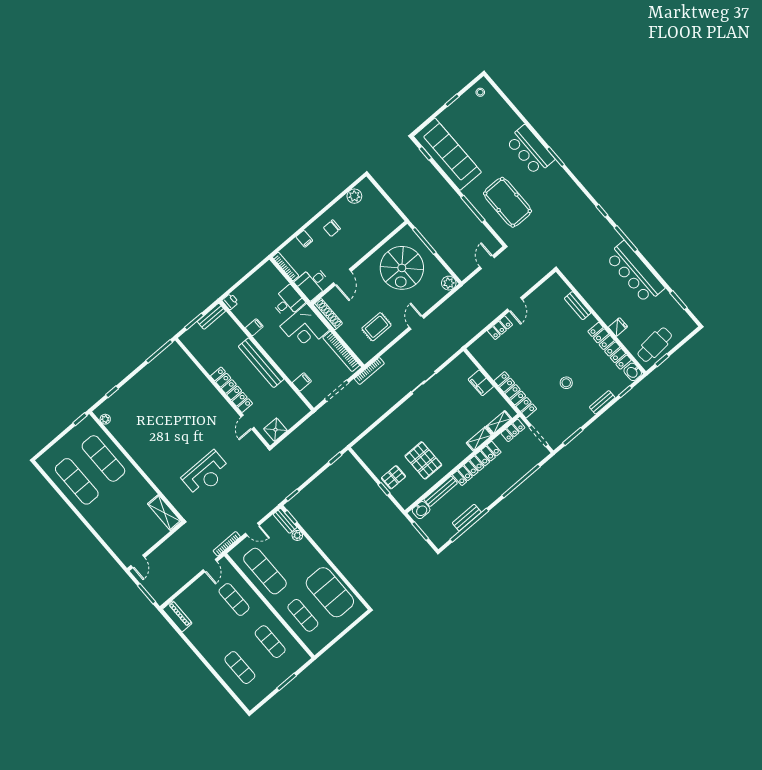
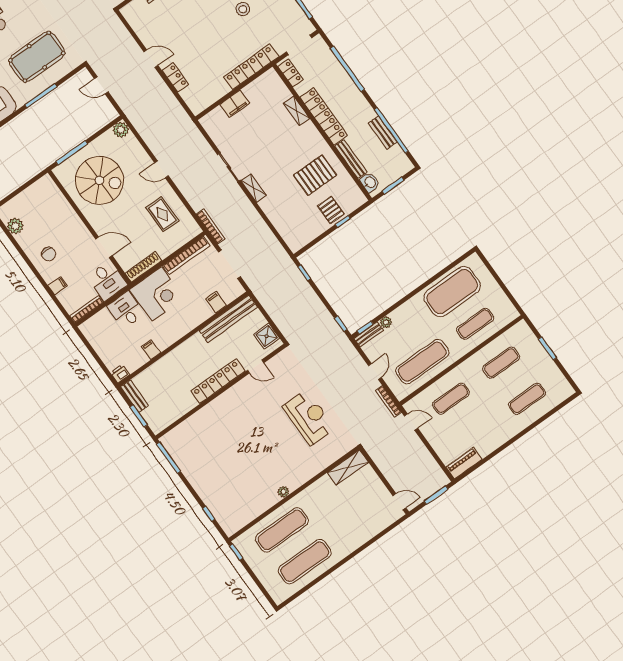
bench: (261, 363) -> (228, 319), moved
plant: (105, 419) -> (283, 492), moved
shelving: (499, 422) -> (254, 188), moved

